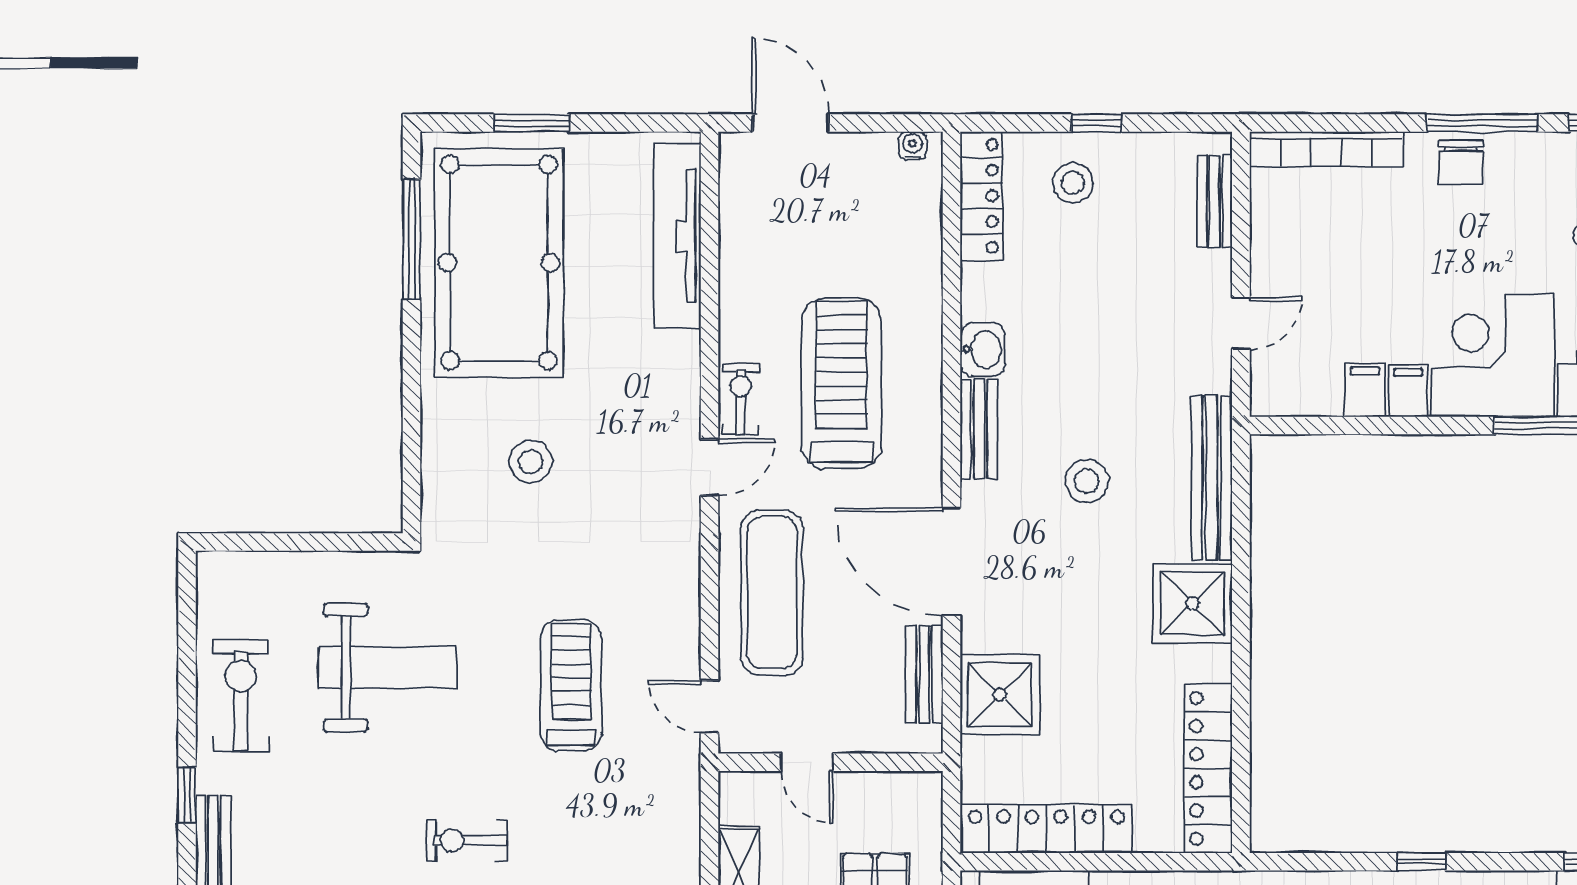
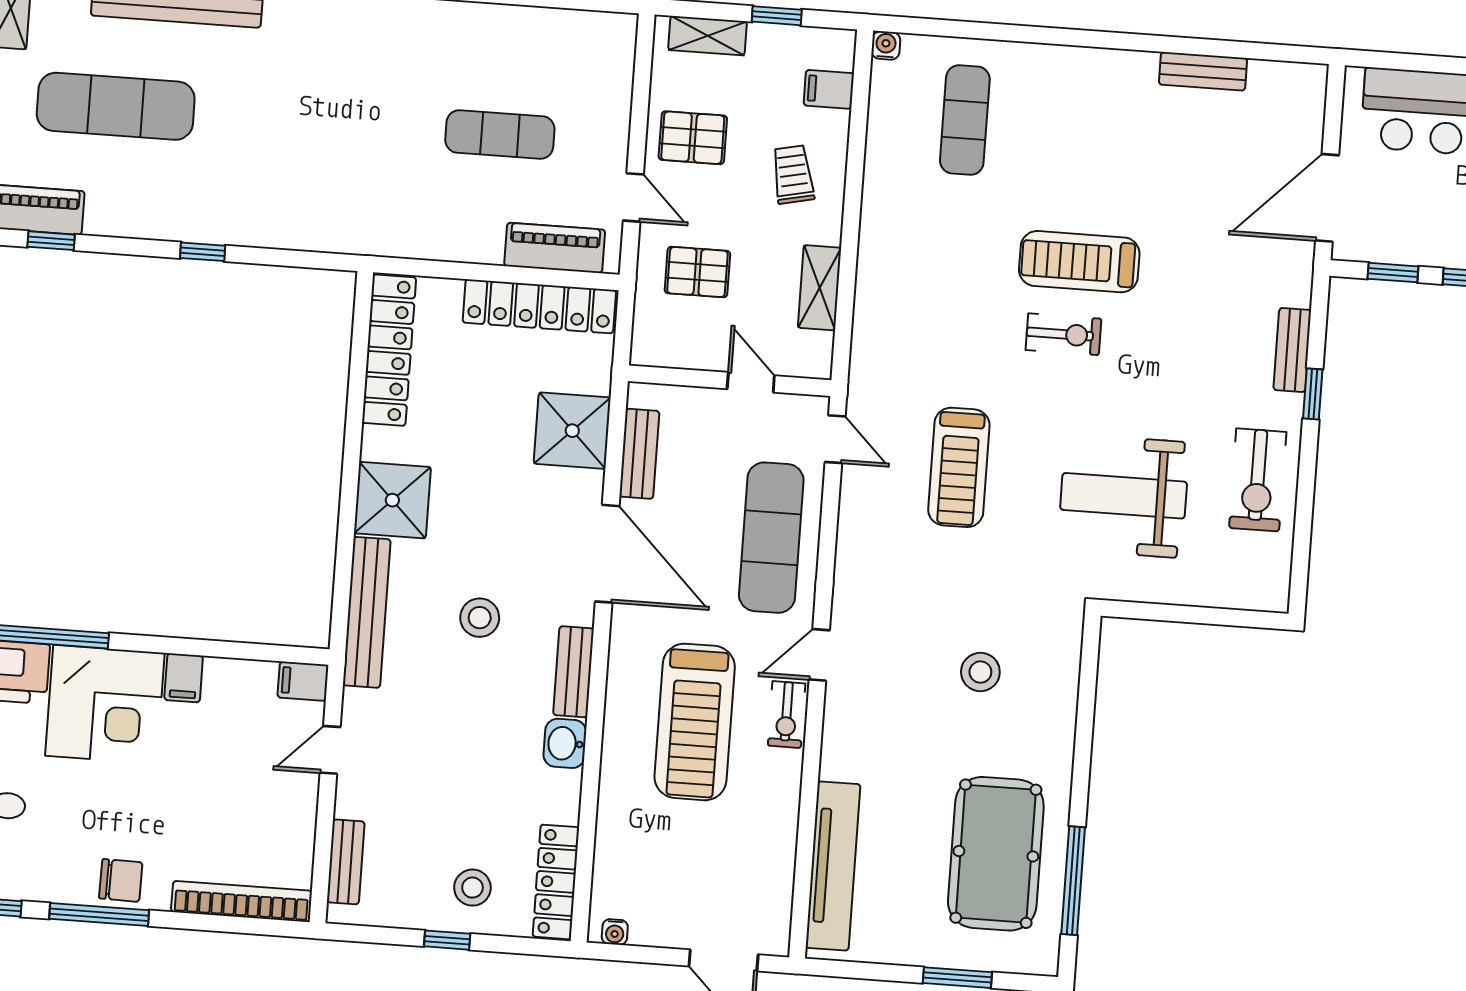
chair: (1461, 162) -> (121, 880), turned 91
pool table: (499, 263) -> (996, 854), width x0.73, depth x0.76
filing cabinet: (1365, 390) -> (303, 681), moved, turned 90

